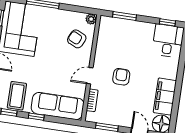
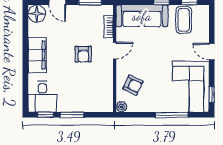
window: (124, 16) -> (72, 115), moved
filing cabinet: (165, 97) -> (37, 55), moved

